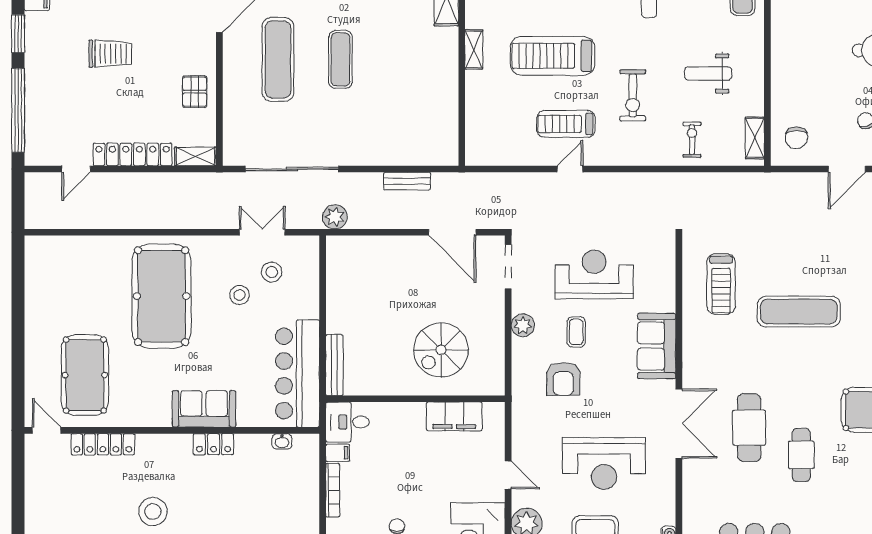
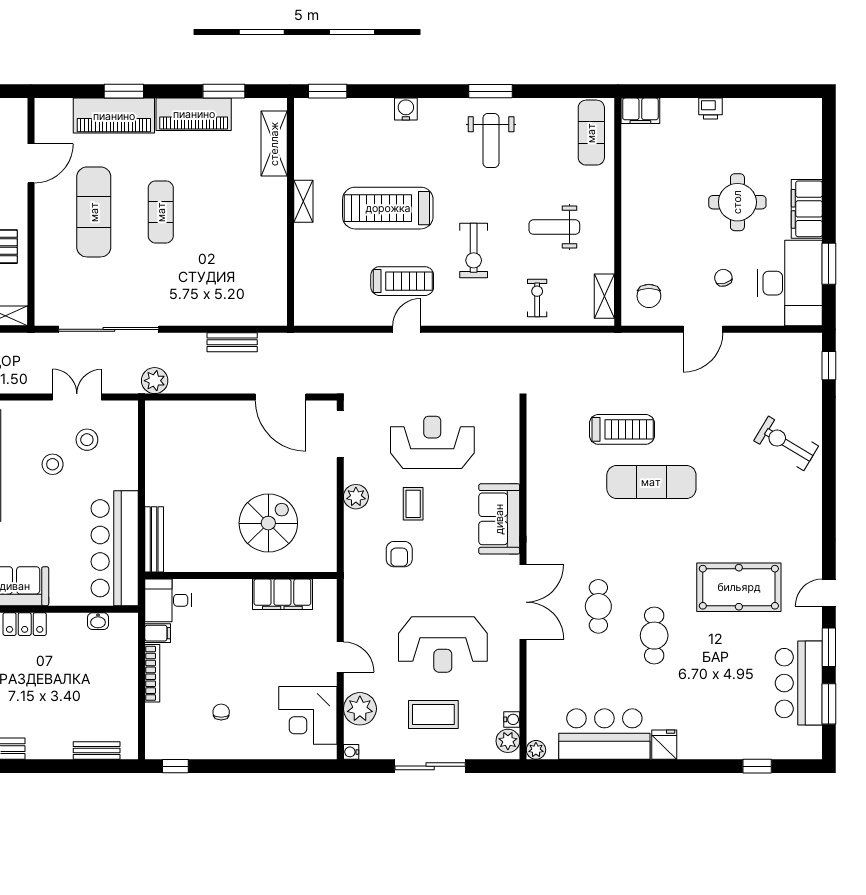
treadmill: (566, 124) -> (402, 281), turned 180
treadmill: (721, 284) -> (622, 429), moved, turned -90
spiral stairs: (441, 350) -> (268, 523), turned 180
armchair: (563, 379) -> (399, 554), width x0.72, depth x0.72
cafe table: (749, 428) -> (598, 606), width x0.73, depth x0.74

